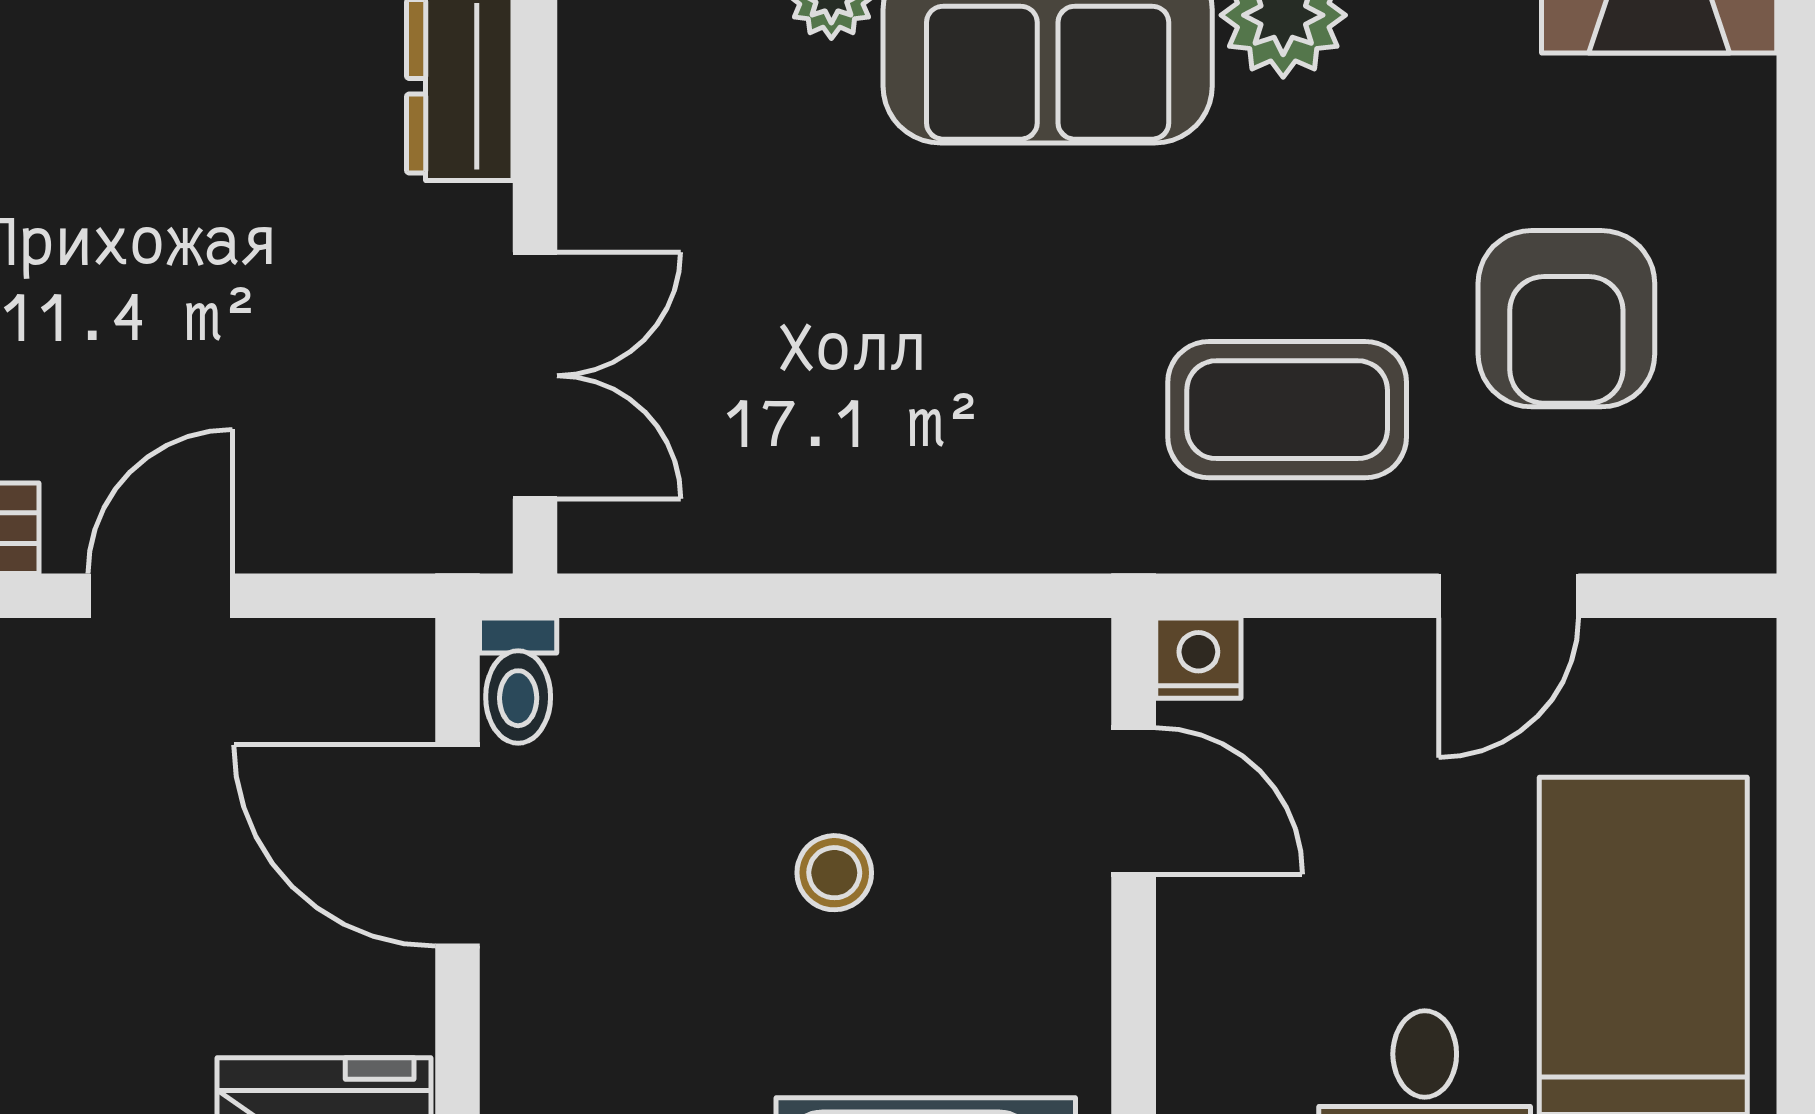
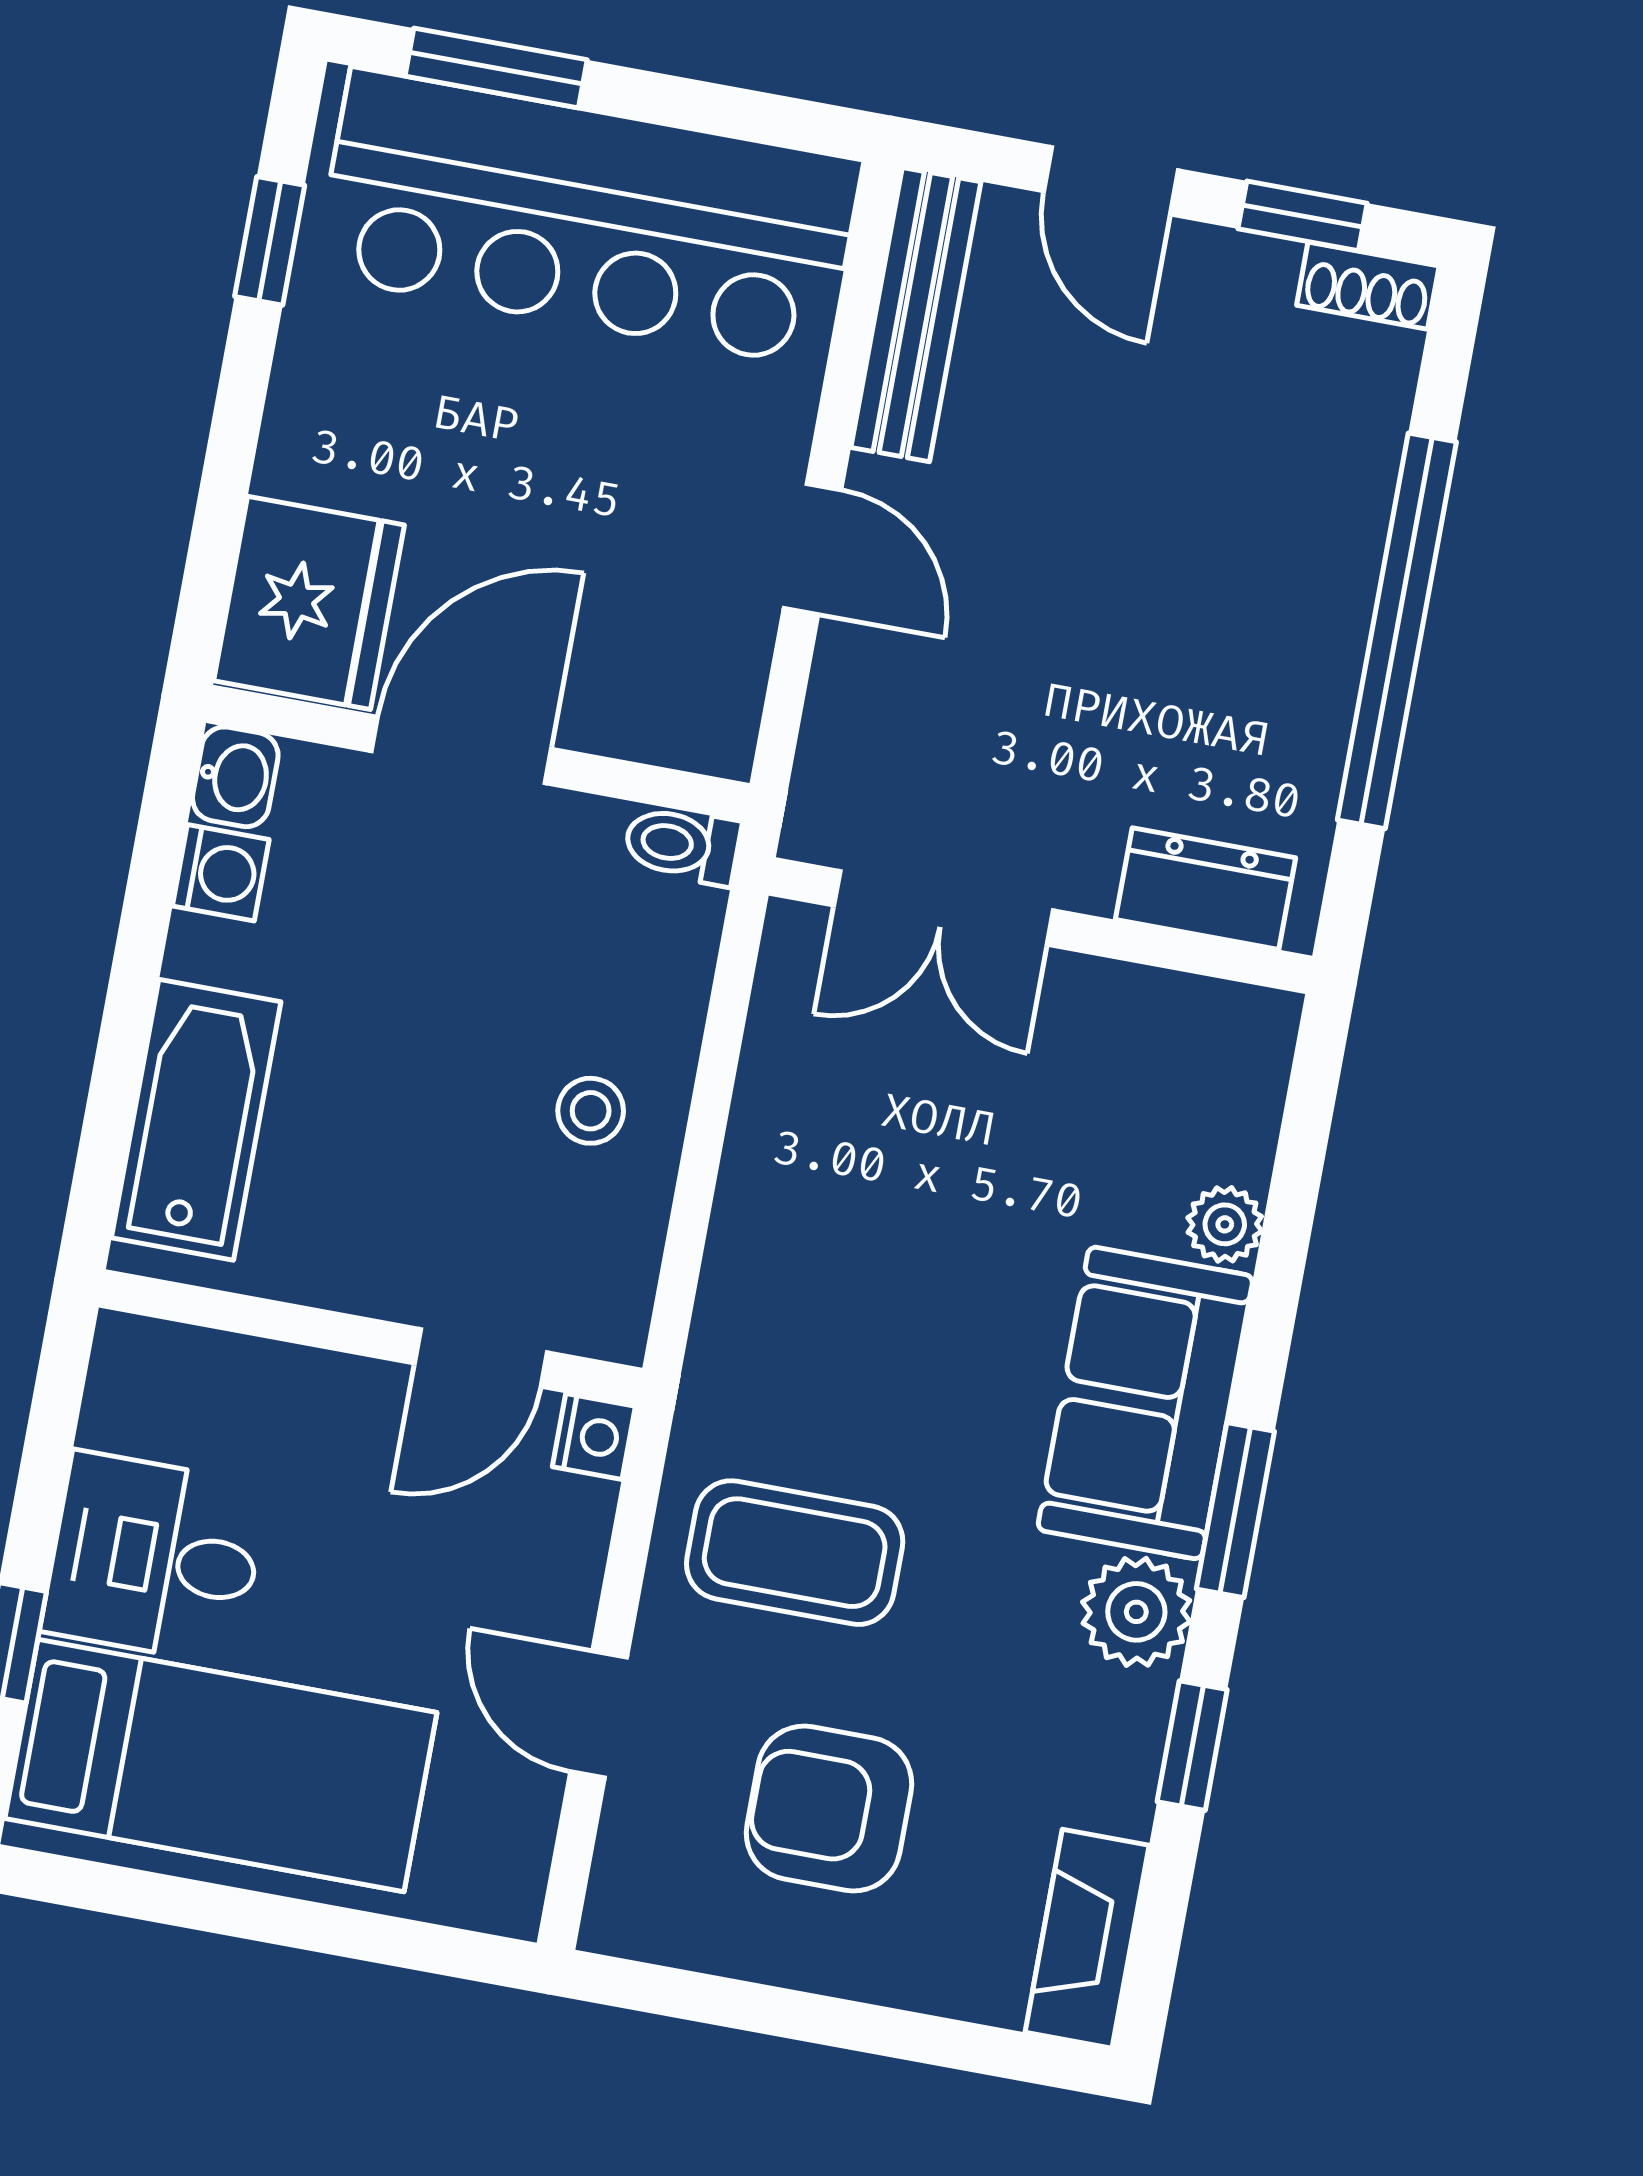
coffee table: (1287, 410) -> (795, 1553), turned 90
door: (457, 846) -> (461, 750), moved
stool: (834, 873) -> (591, 1111), moved

